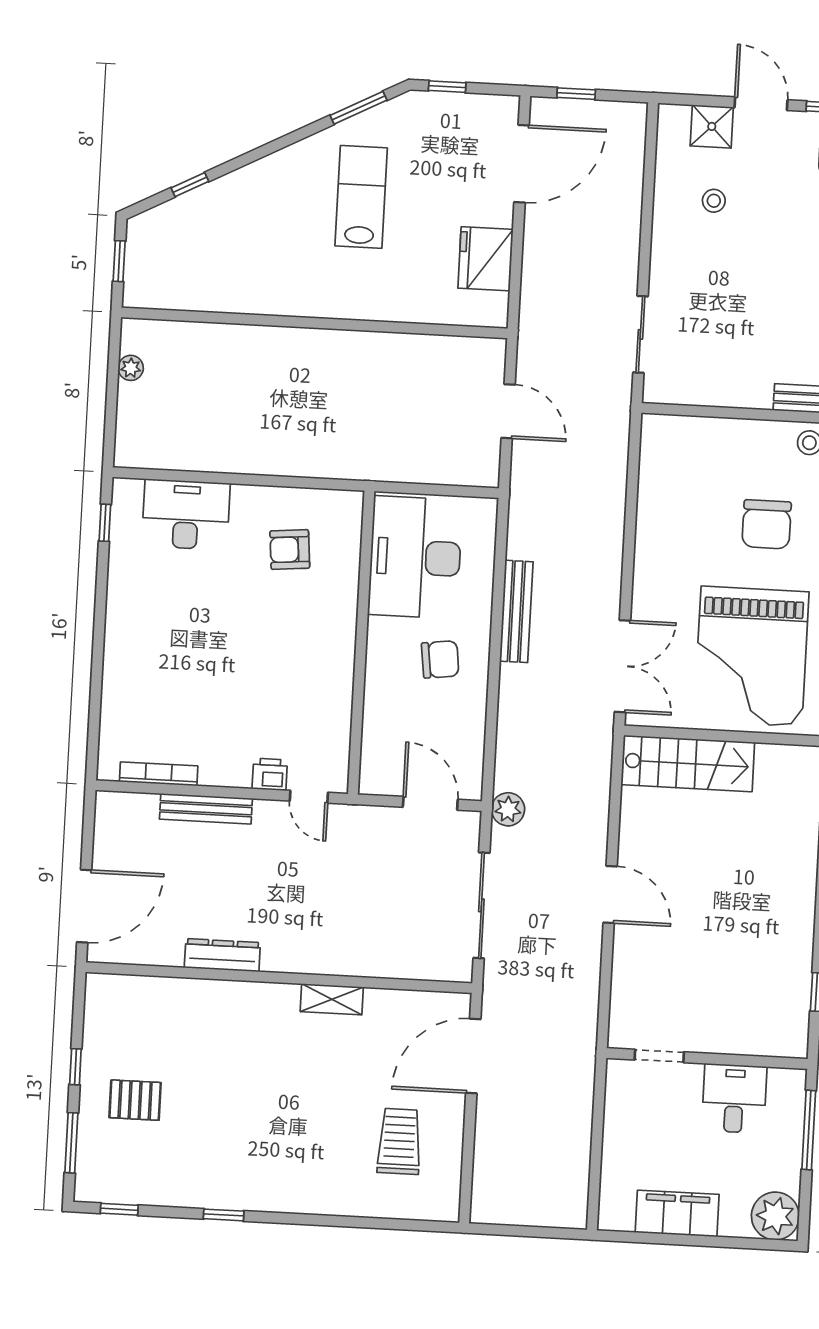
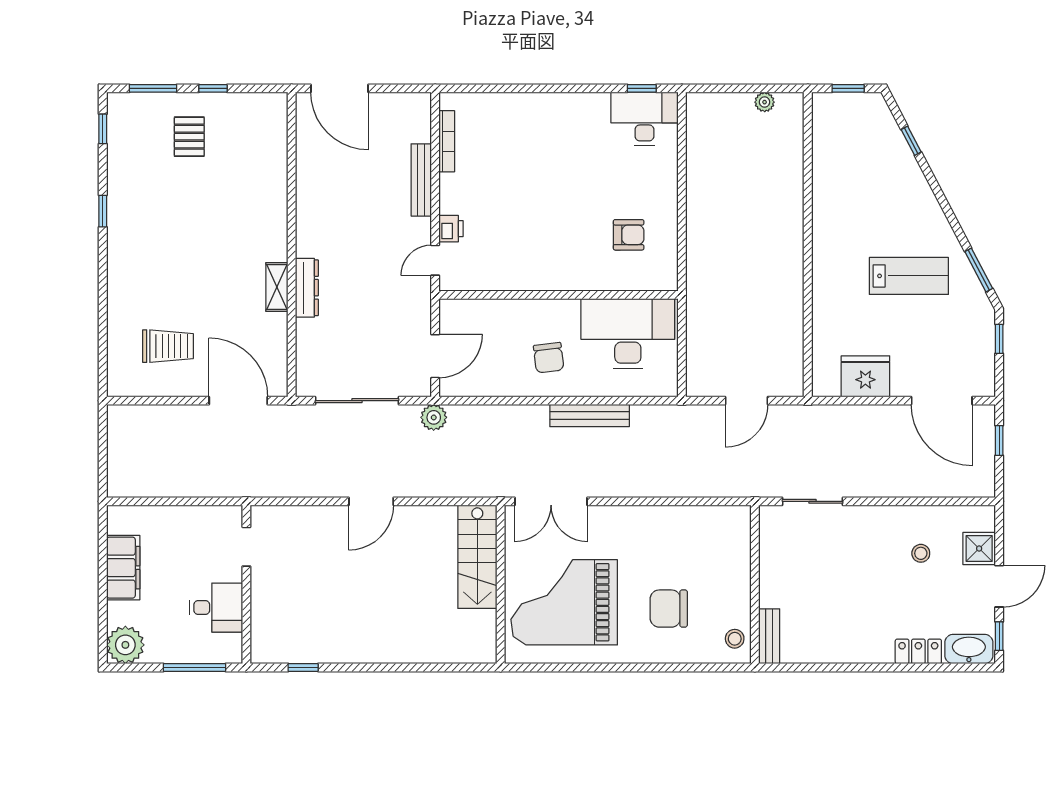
desk: (186, 515) -> (644, 119), moved, turned -90
armchair: (290, 549) -> (629, 235), turned 95
dresser: (222, 955) -> (307, 288), moved

